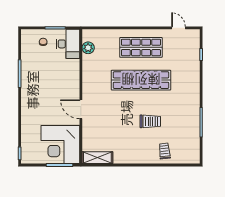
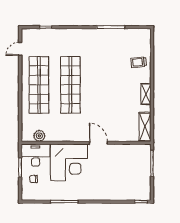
shop shelf: (141, 47) -> (39, 85), width x1.40
door: (81, 109) -> (98, 143), swing flipped
trolley: (150, 121) -> (110, 76), removed
corner desk: (60, 145) -> (69, 162), moved
shelving: (131, 159) -> (146, 94), added

